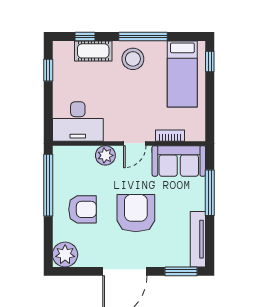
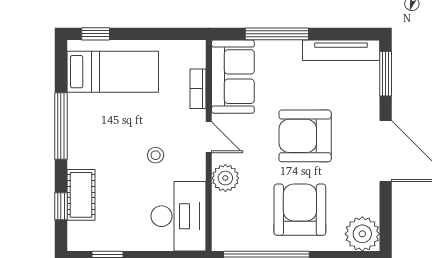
stool: (133, 59) -> (156, 155), moved, width x0.53, depth x0.53
armchair: (82, 209) -> (300, 210), width x1.36, depth x1.36

